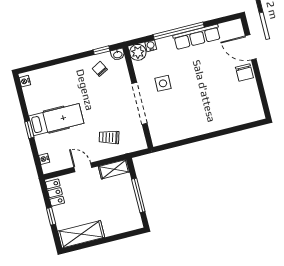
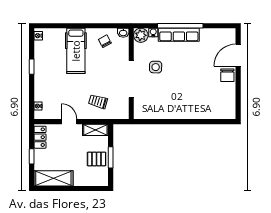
row of seats: (197, 37) -> (179, 35), moved
door: (251, 47) -> (238, 55), hinge flipped
window: (102, 50) -> (110, 26), removed
hospital bed: (56, 120) -> (76, 51), moved, turned 90
window: (29, 130) -> (32, 67), moved
window: (138, 195) -> (111, 157), width x0.69
pallet: (123, 201) -> (97, 159), added

